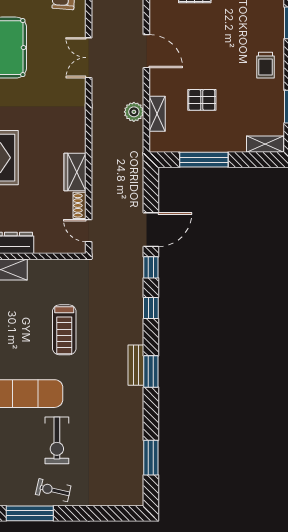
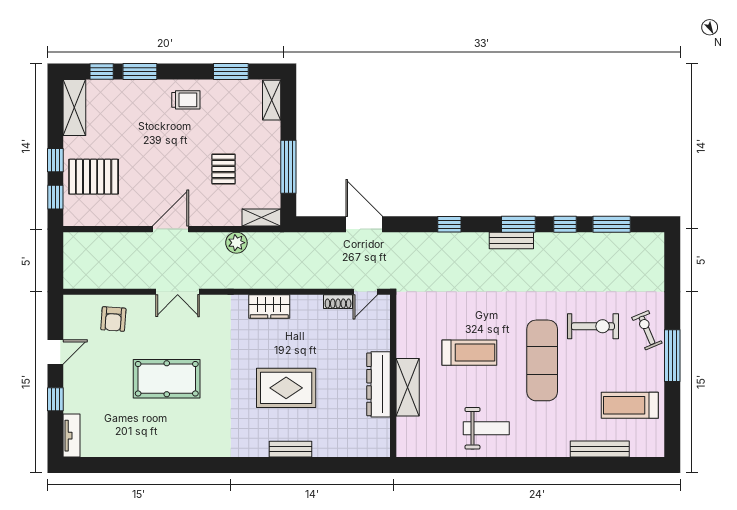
shelving: (157, 114) -> (261, 218), moved
wardrobe: (75, 172) -> (269, 307), moved
window: (151, 267) -> (565, 224), moved
treadmill: (64, 330) -> (469, 353), moved
exercise bike: (53, 490) -> (647, 330), turned 144

